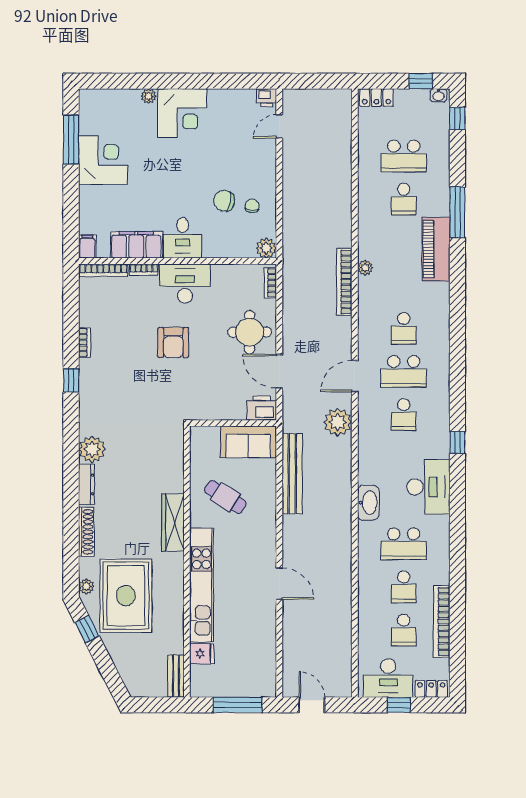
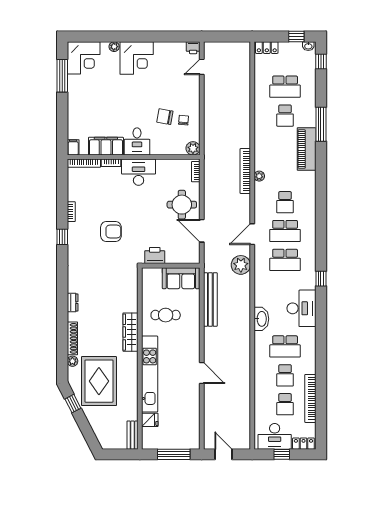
corner desk: (103, 160) -> (84, 58), moved, turned 90
plant: (365, 268) -> (259, 176), moved
armchair: (173, 343) -> (111, 231), moved, turned -90
printer: (262, 408) -> (155, 256), moved
school desk: (404, 415) -> (285, 260), width x1.85
plant: (92, 449) -> (76, 283), removed
dresser: (86, 484) -> (73, 303), width x0.70
cafe table: (225, 497) -> (166, 315), turned -33
plant: (86, 586) -> (72, 361), moved

